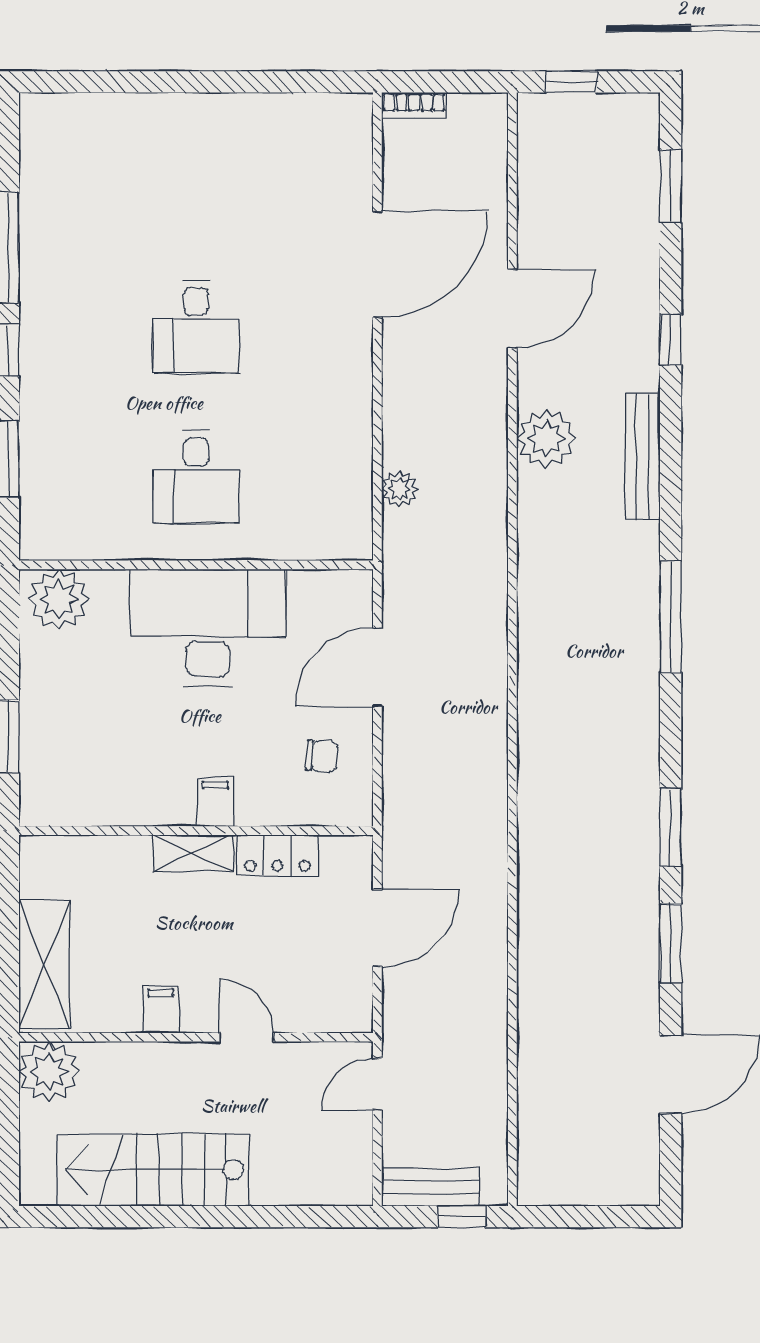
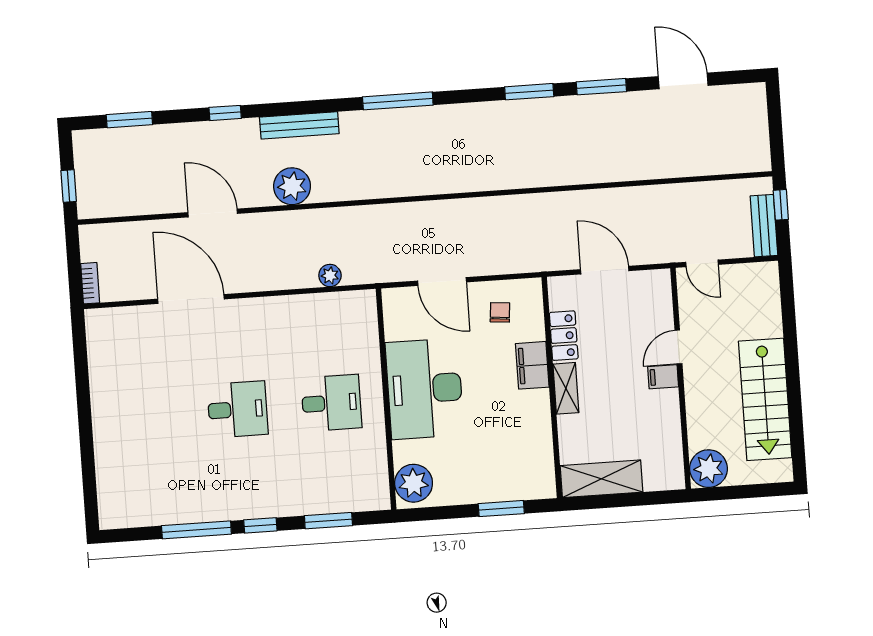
filing cabinet: (215, 802) -> (532, 365), width x2.00
shelving: (45, 965) -> (601, 479), moved
filing cabinet: (161, 1009) -> (663, 377), moved

